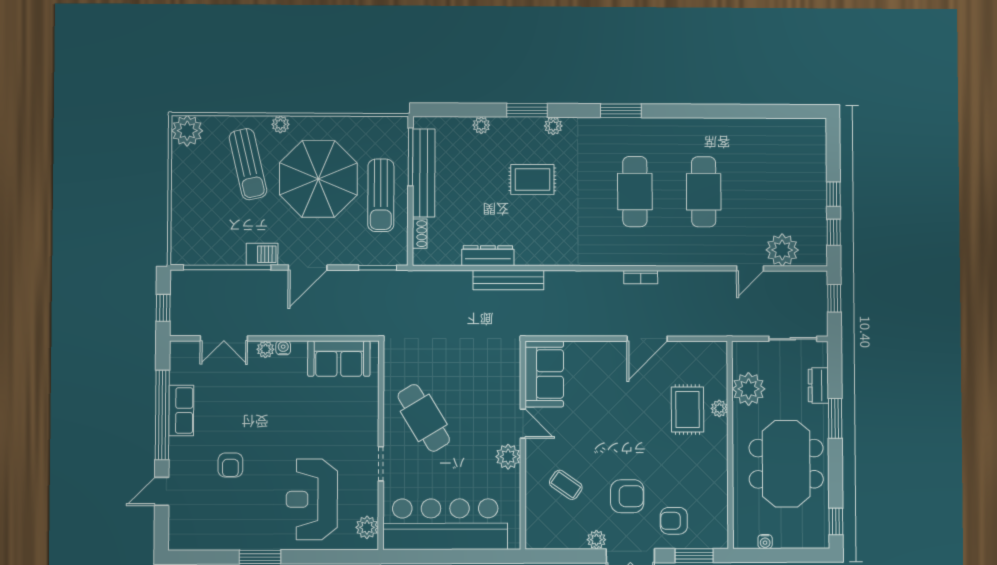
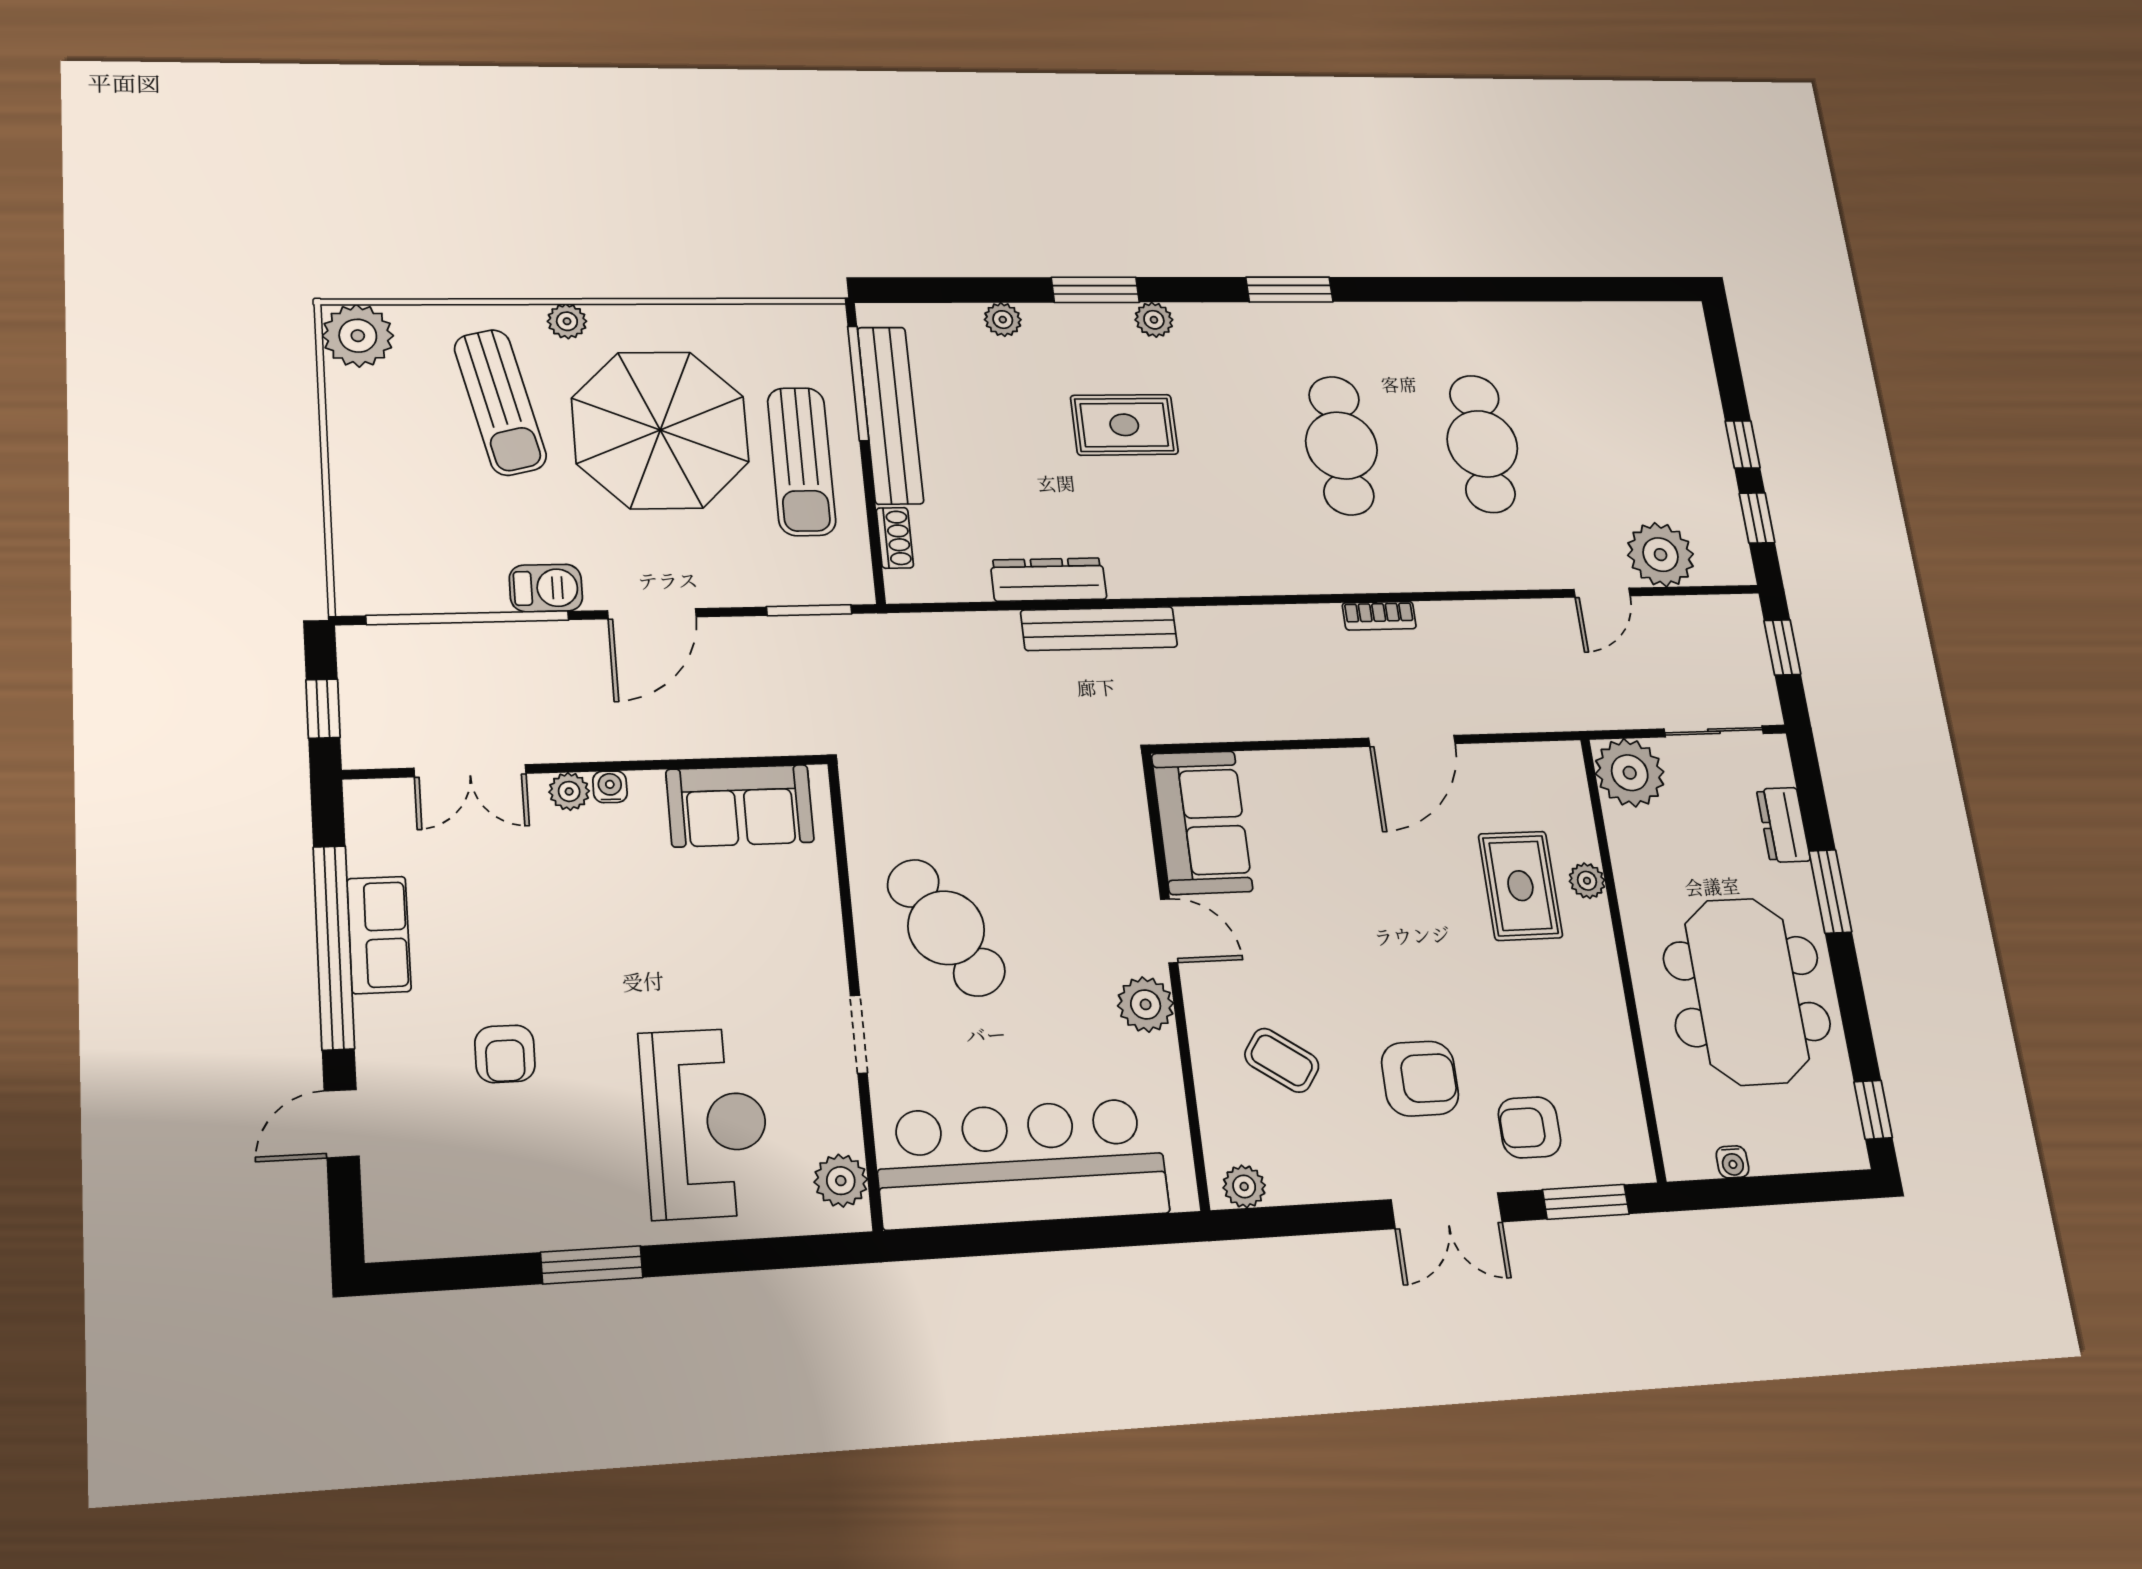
plant: (749, 389) -> (1630, 773), moved
reception desk: (312, 499) -> (705, 1123), turned 180
plant: (596, 540) -> (1244, 1186), moved

